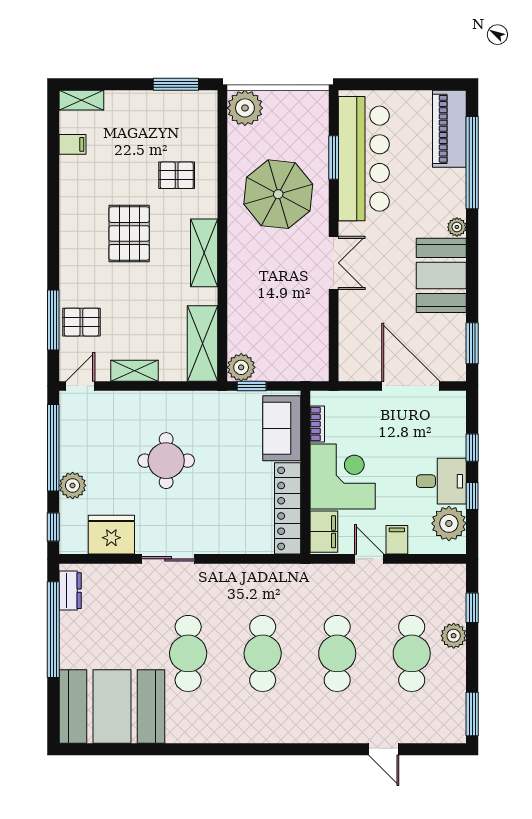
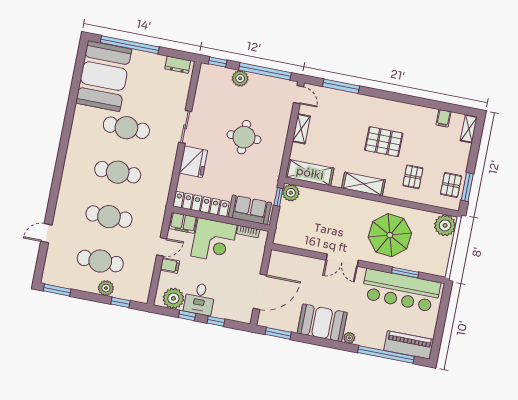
pallet: (81, 322) -> (451, 185), moved
fridge: (111, 535) -> (193, 162), moved
window: (53, 630) -> (130, 45), moved

